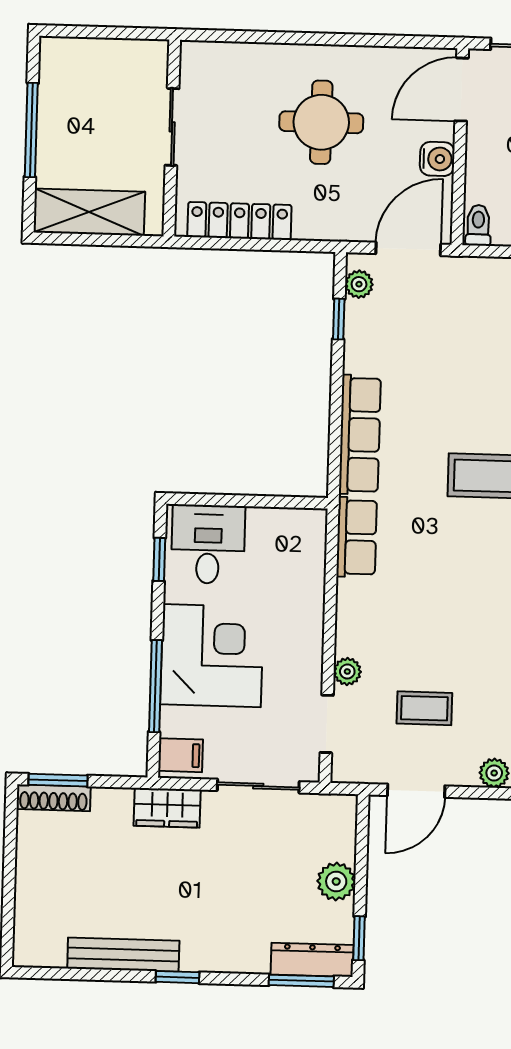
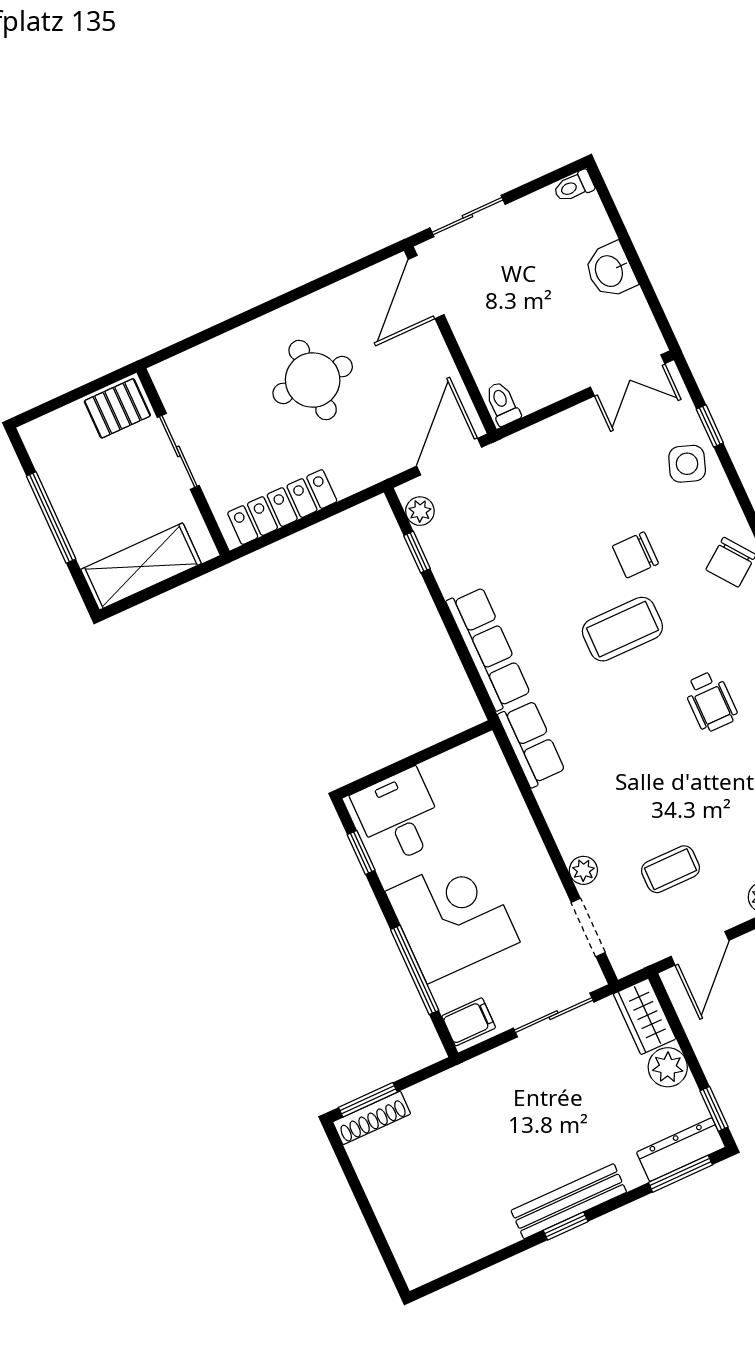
pallet: (137, 63) -> (117, 408), added
water cooler: (437, 159) -> (435, 361), removed
wardrobe: (167, 808) -> (645, 1016), moved, turned 90
bench: (123, 955) -> (569, 1201), moved

